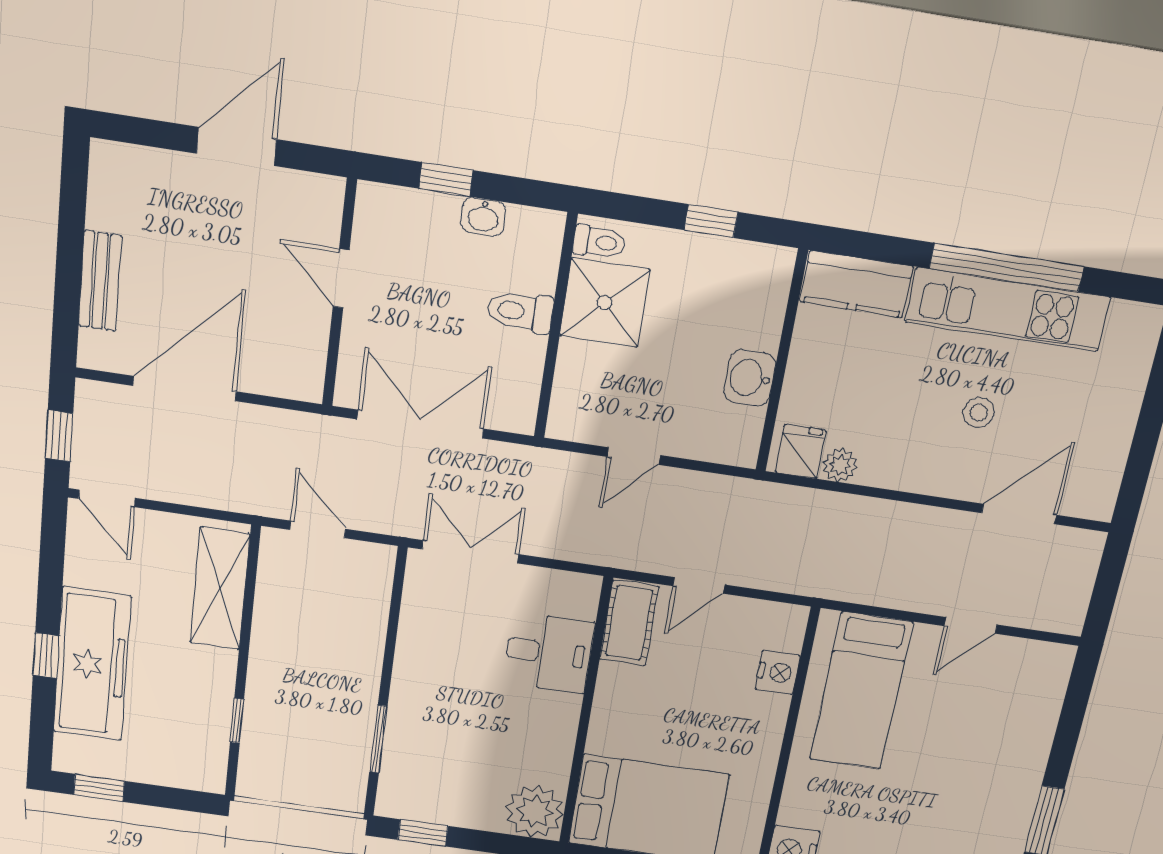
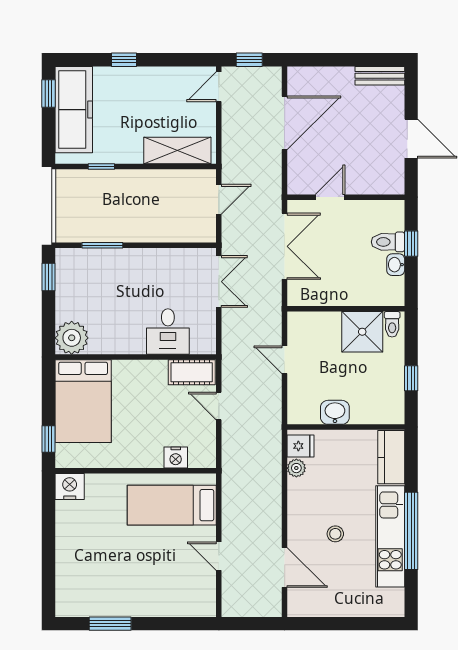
door: (341, 278) -> (330, 197), moved
bench: (100, 281) -> (380, 76), moved
toilet: (520, 312) -> (388, 242), moved, turned -90
door: (185, 389) -> (285, 123), hinge flipped
freezer: (92, 664) -> (74, 110), moved, turned -90

